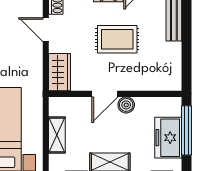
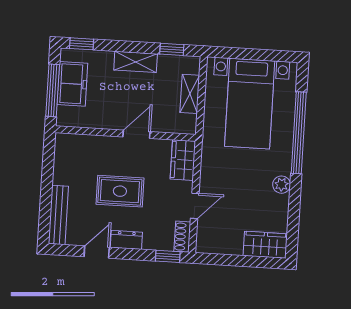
door: (46, 30) -> (195, 206), hinge flipped
boiler: (126, 105) -> (115, 121), removed

